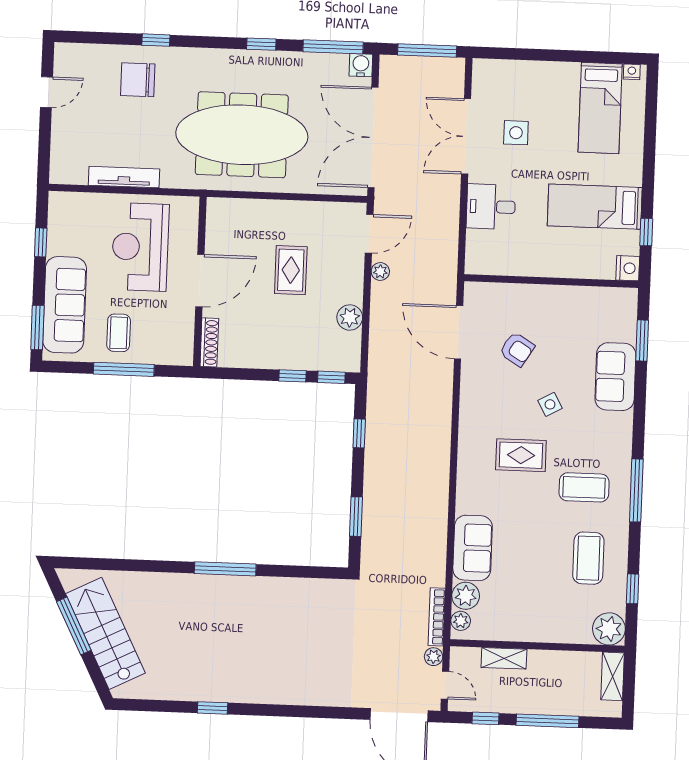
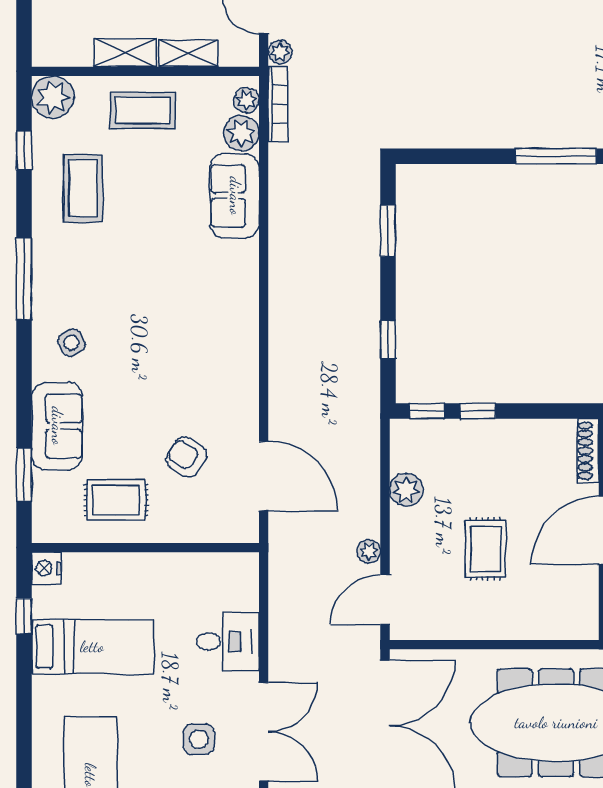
side table: (550, 404) -> (71, 343), moved
rug: (521, 455) -> (116, 500), moved
coffee table: (584, 487) -> (143, 110), moved
shelving: (613, 676) -> (125, 53), moved, turned 90

